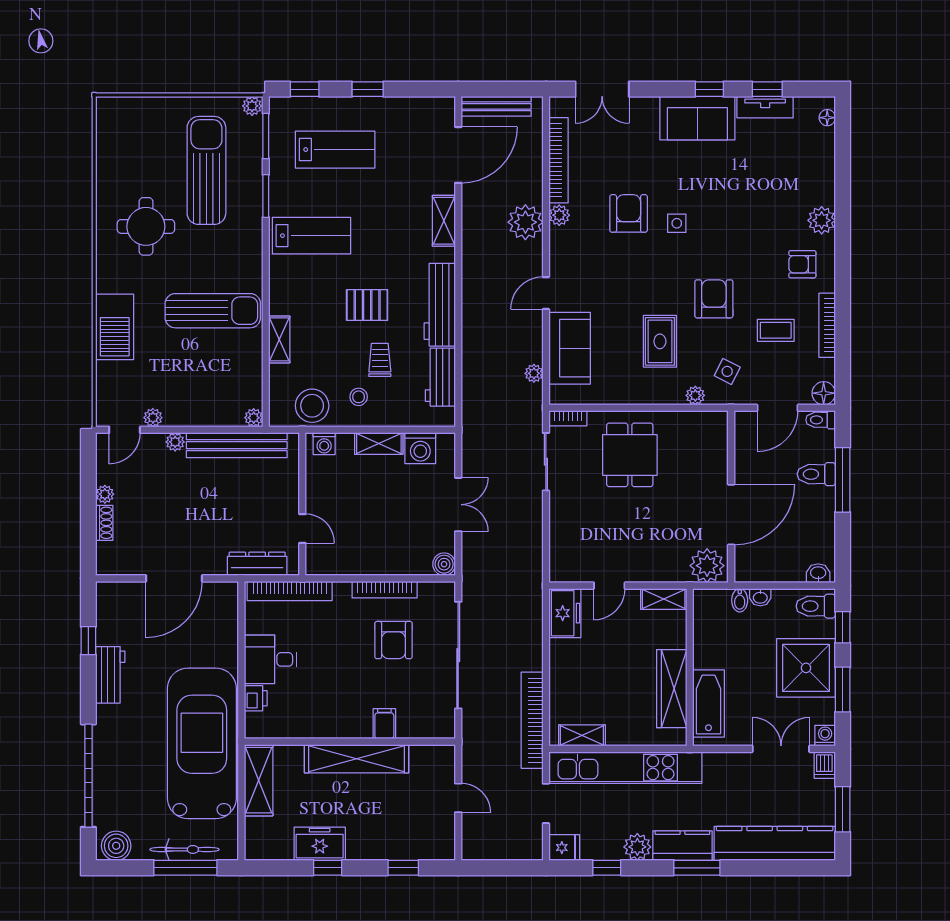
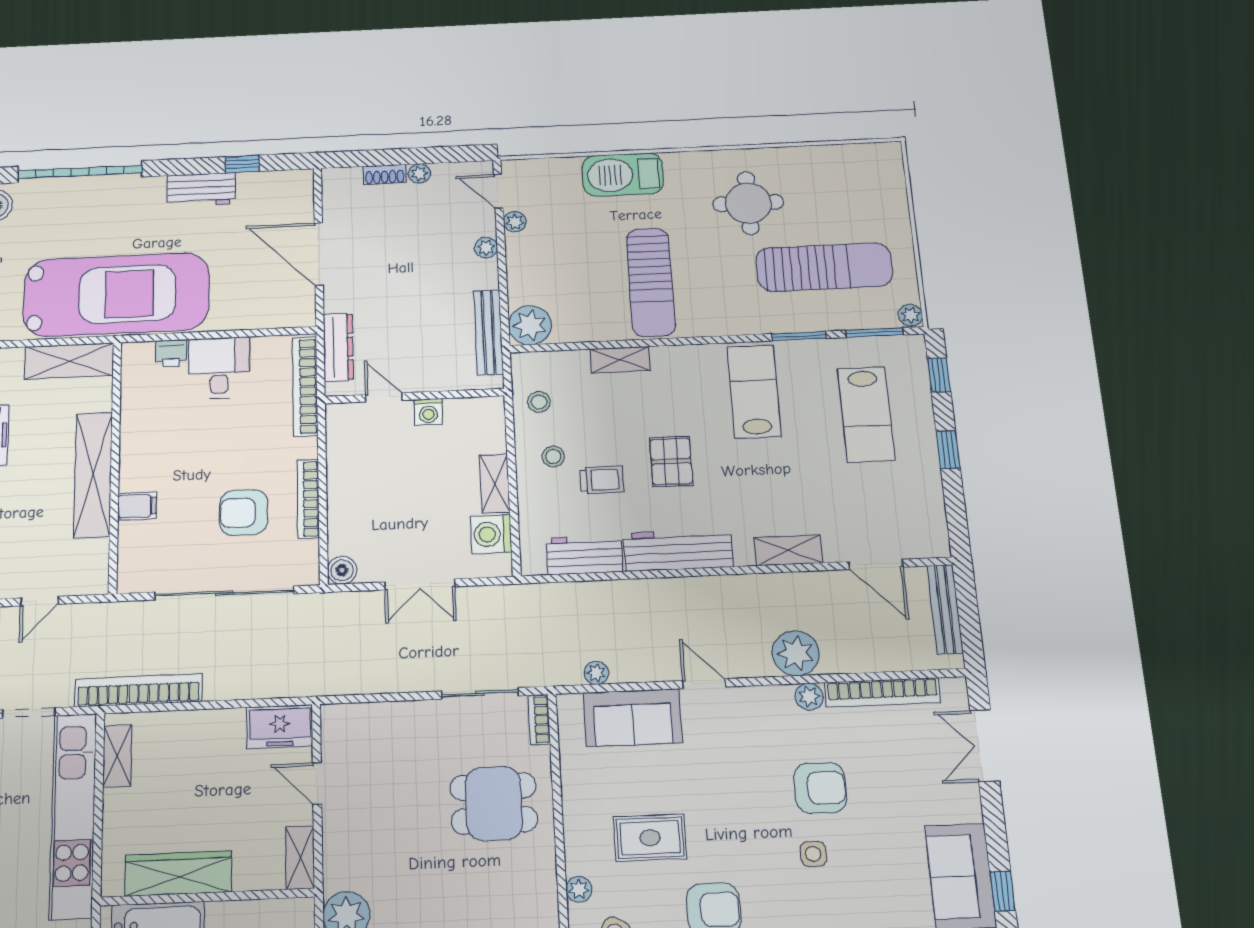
door: (458, 155) -> (876, 564), width x0.73
lab bench: (311, 236) -> (754, 391), turned 180
stool: (312, 406) -> (539, 402), width x0.53, depth x0.53
plant: (254, 418) -> (530, 325), width x1.88, depth x1.88
washing machine: (324, 444) -> (428, 412), moved, turned -90
bench: (237, 445) -> (489, 332), width x0.73, depth x0.82
door: (302, 528) -> (384, 397), swing flipped

